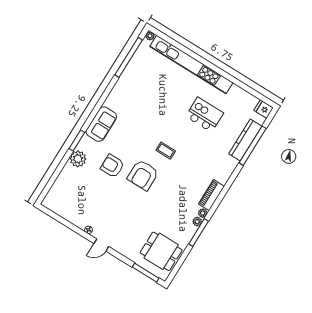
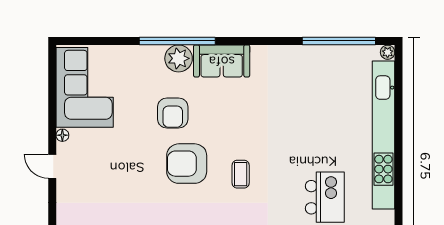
window: (77, 141) -> (177, 41), width x2.11
plant: (78, 159) -> (179, 58), moved
armchair: (112, 166) -> (173, 113), turned 180
corner sofa: (71, 203) -> (85, 87), added

